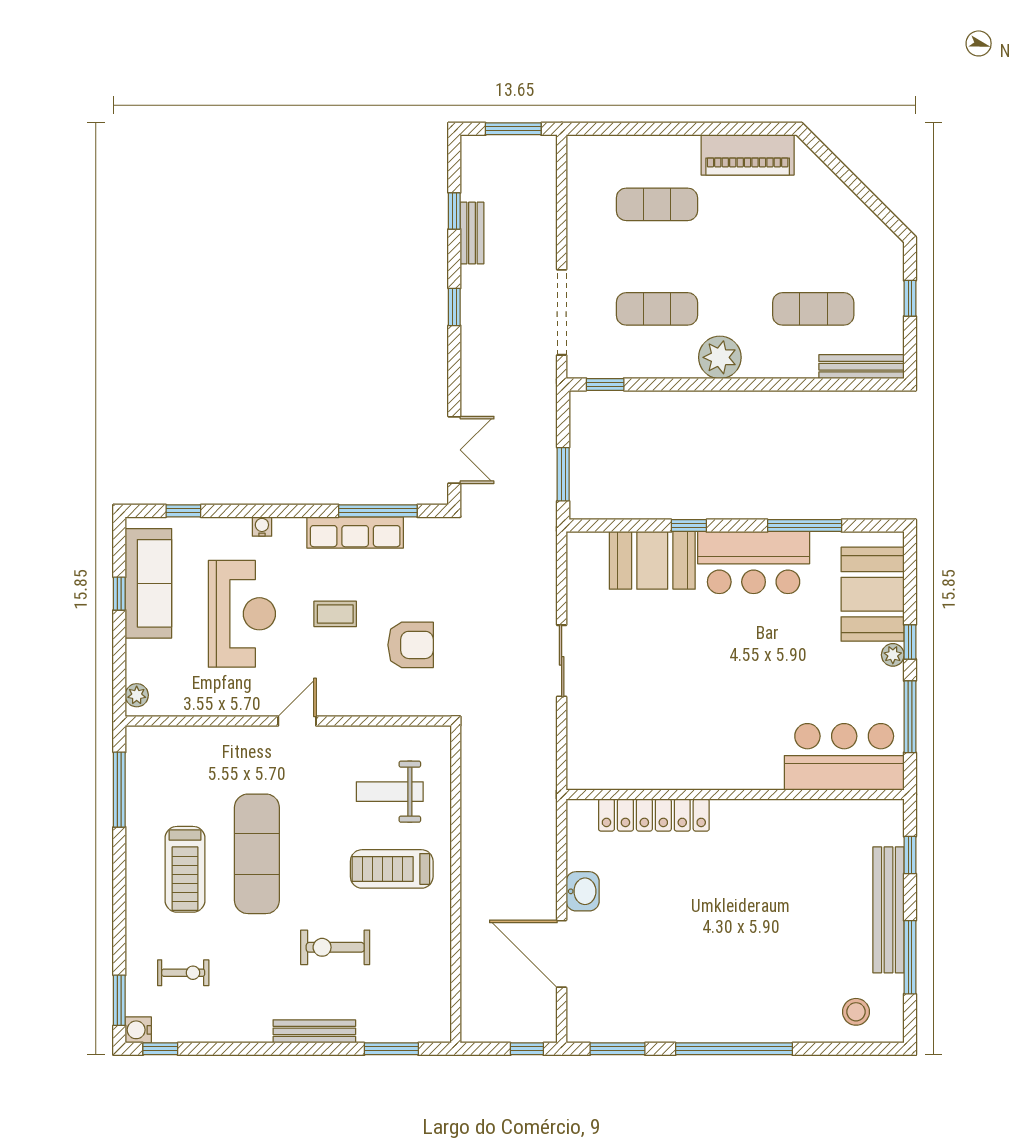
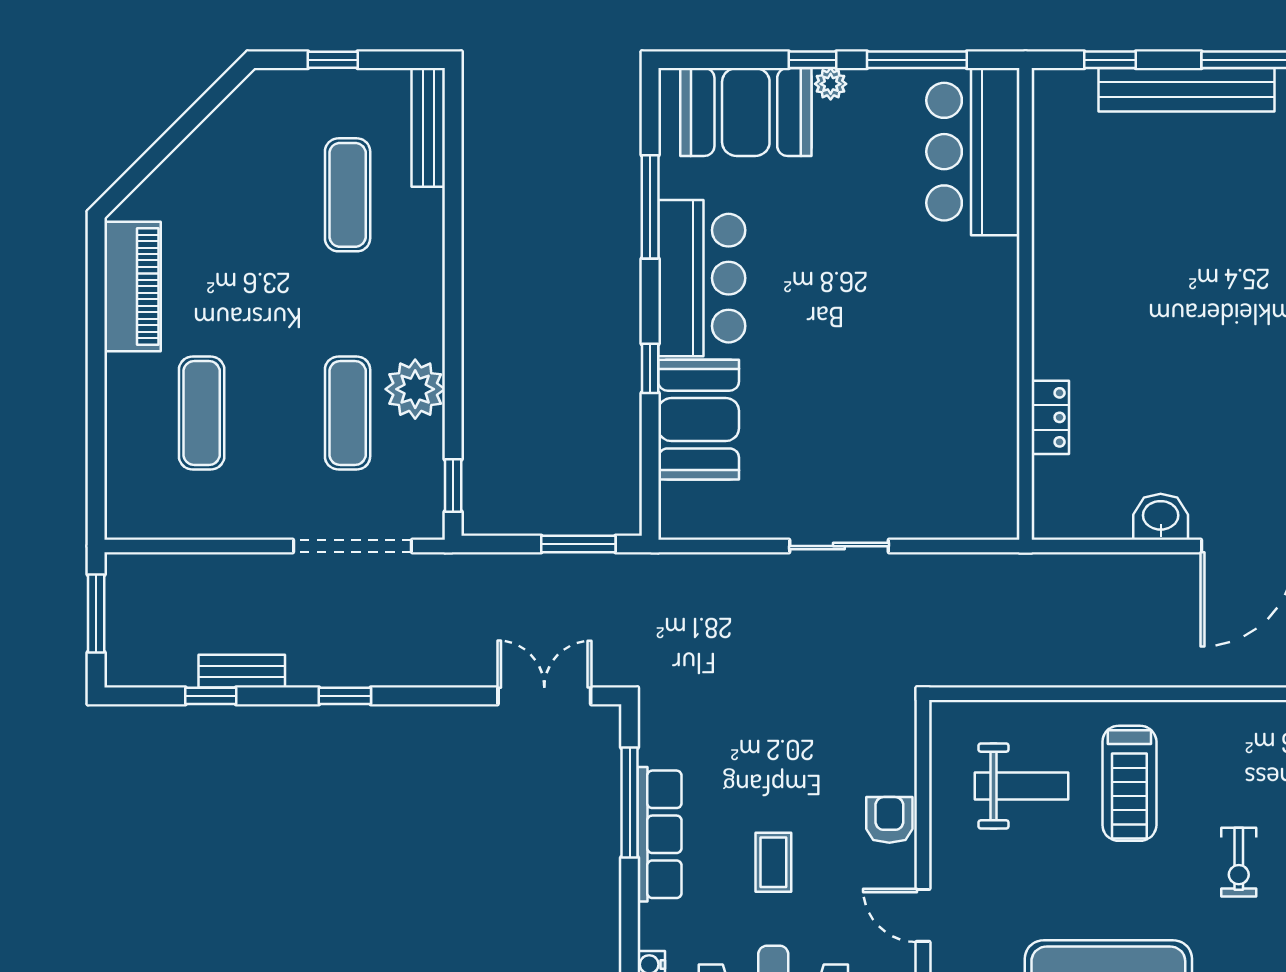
plant: (720, 357) -> (415, 389), moved
armchair: (411, 645) -> (889, 820), moved, width x0.72, depth x0.72
weight bench: (390, 792) -> (1022, 786), turned -90
locker: (654, 815) -> (1050, 417), width x0.46, depth x0.83
exercise bike: (335, 947) -> (1239, 862), width x0.73, depth x0.72

